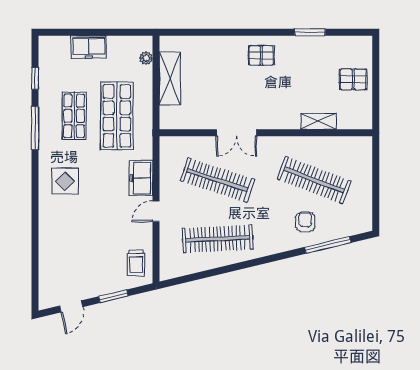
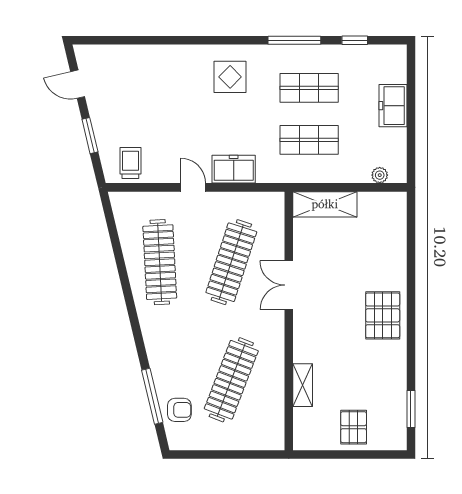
window: (310, 32) -> (411, 409), moved
pallet: (261, 55) -> (383, 315), width x1.50, depth x1.42
shelving: (170, 79) -> (325, 204), moved
shop shelf: (117, 116) -> (309, 140), width x0.70, depth x0.74
armchair: (305, 222) -> (179, 410), moved
trolley: (136, 263) -> (130, 163), turned 90

